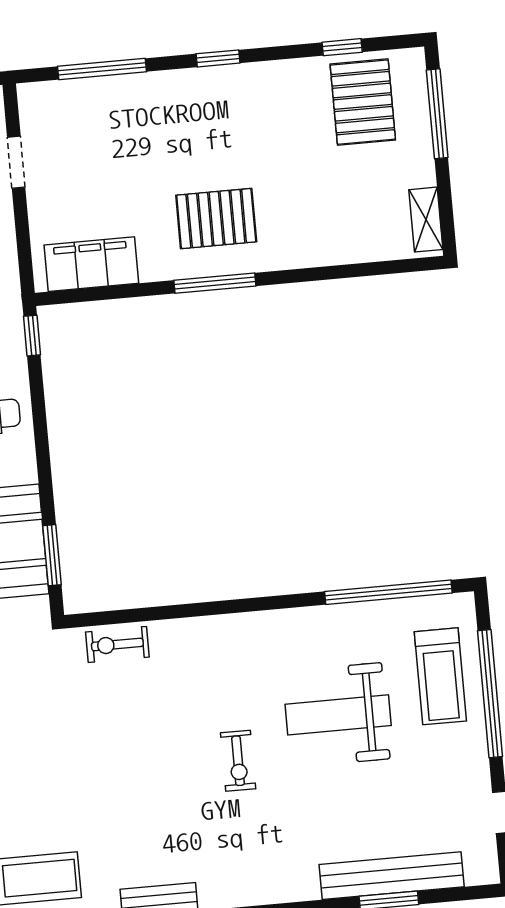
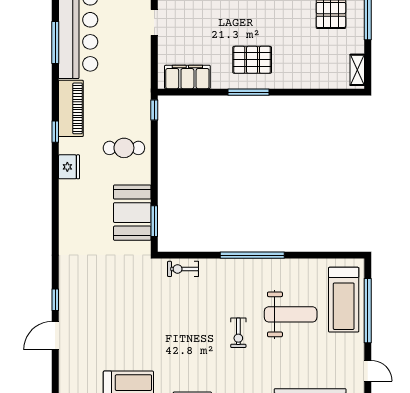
window: (388, 592) -> (252, 255), moved
treadmill: (440, 676) -> (344, 300), width x1.37, depth x1.37
weight bench: (338, 715) -> (291, 314), turned 180

